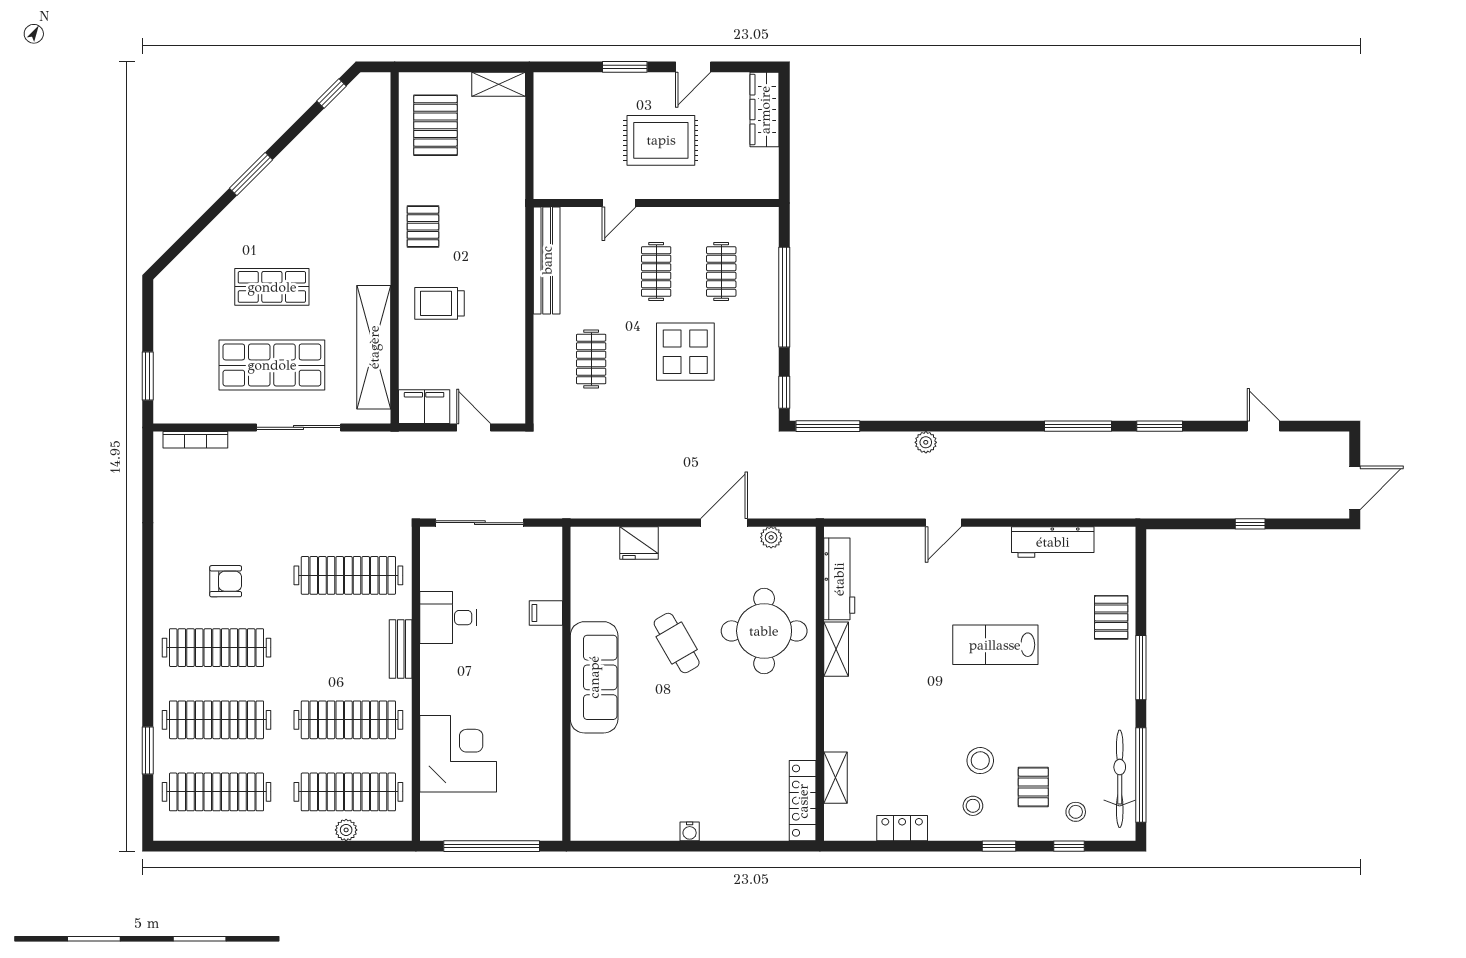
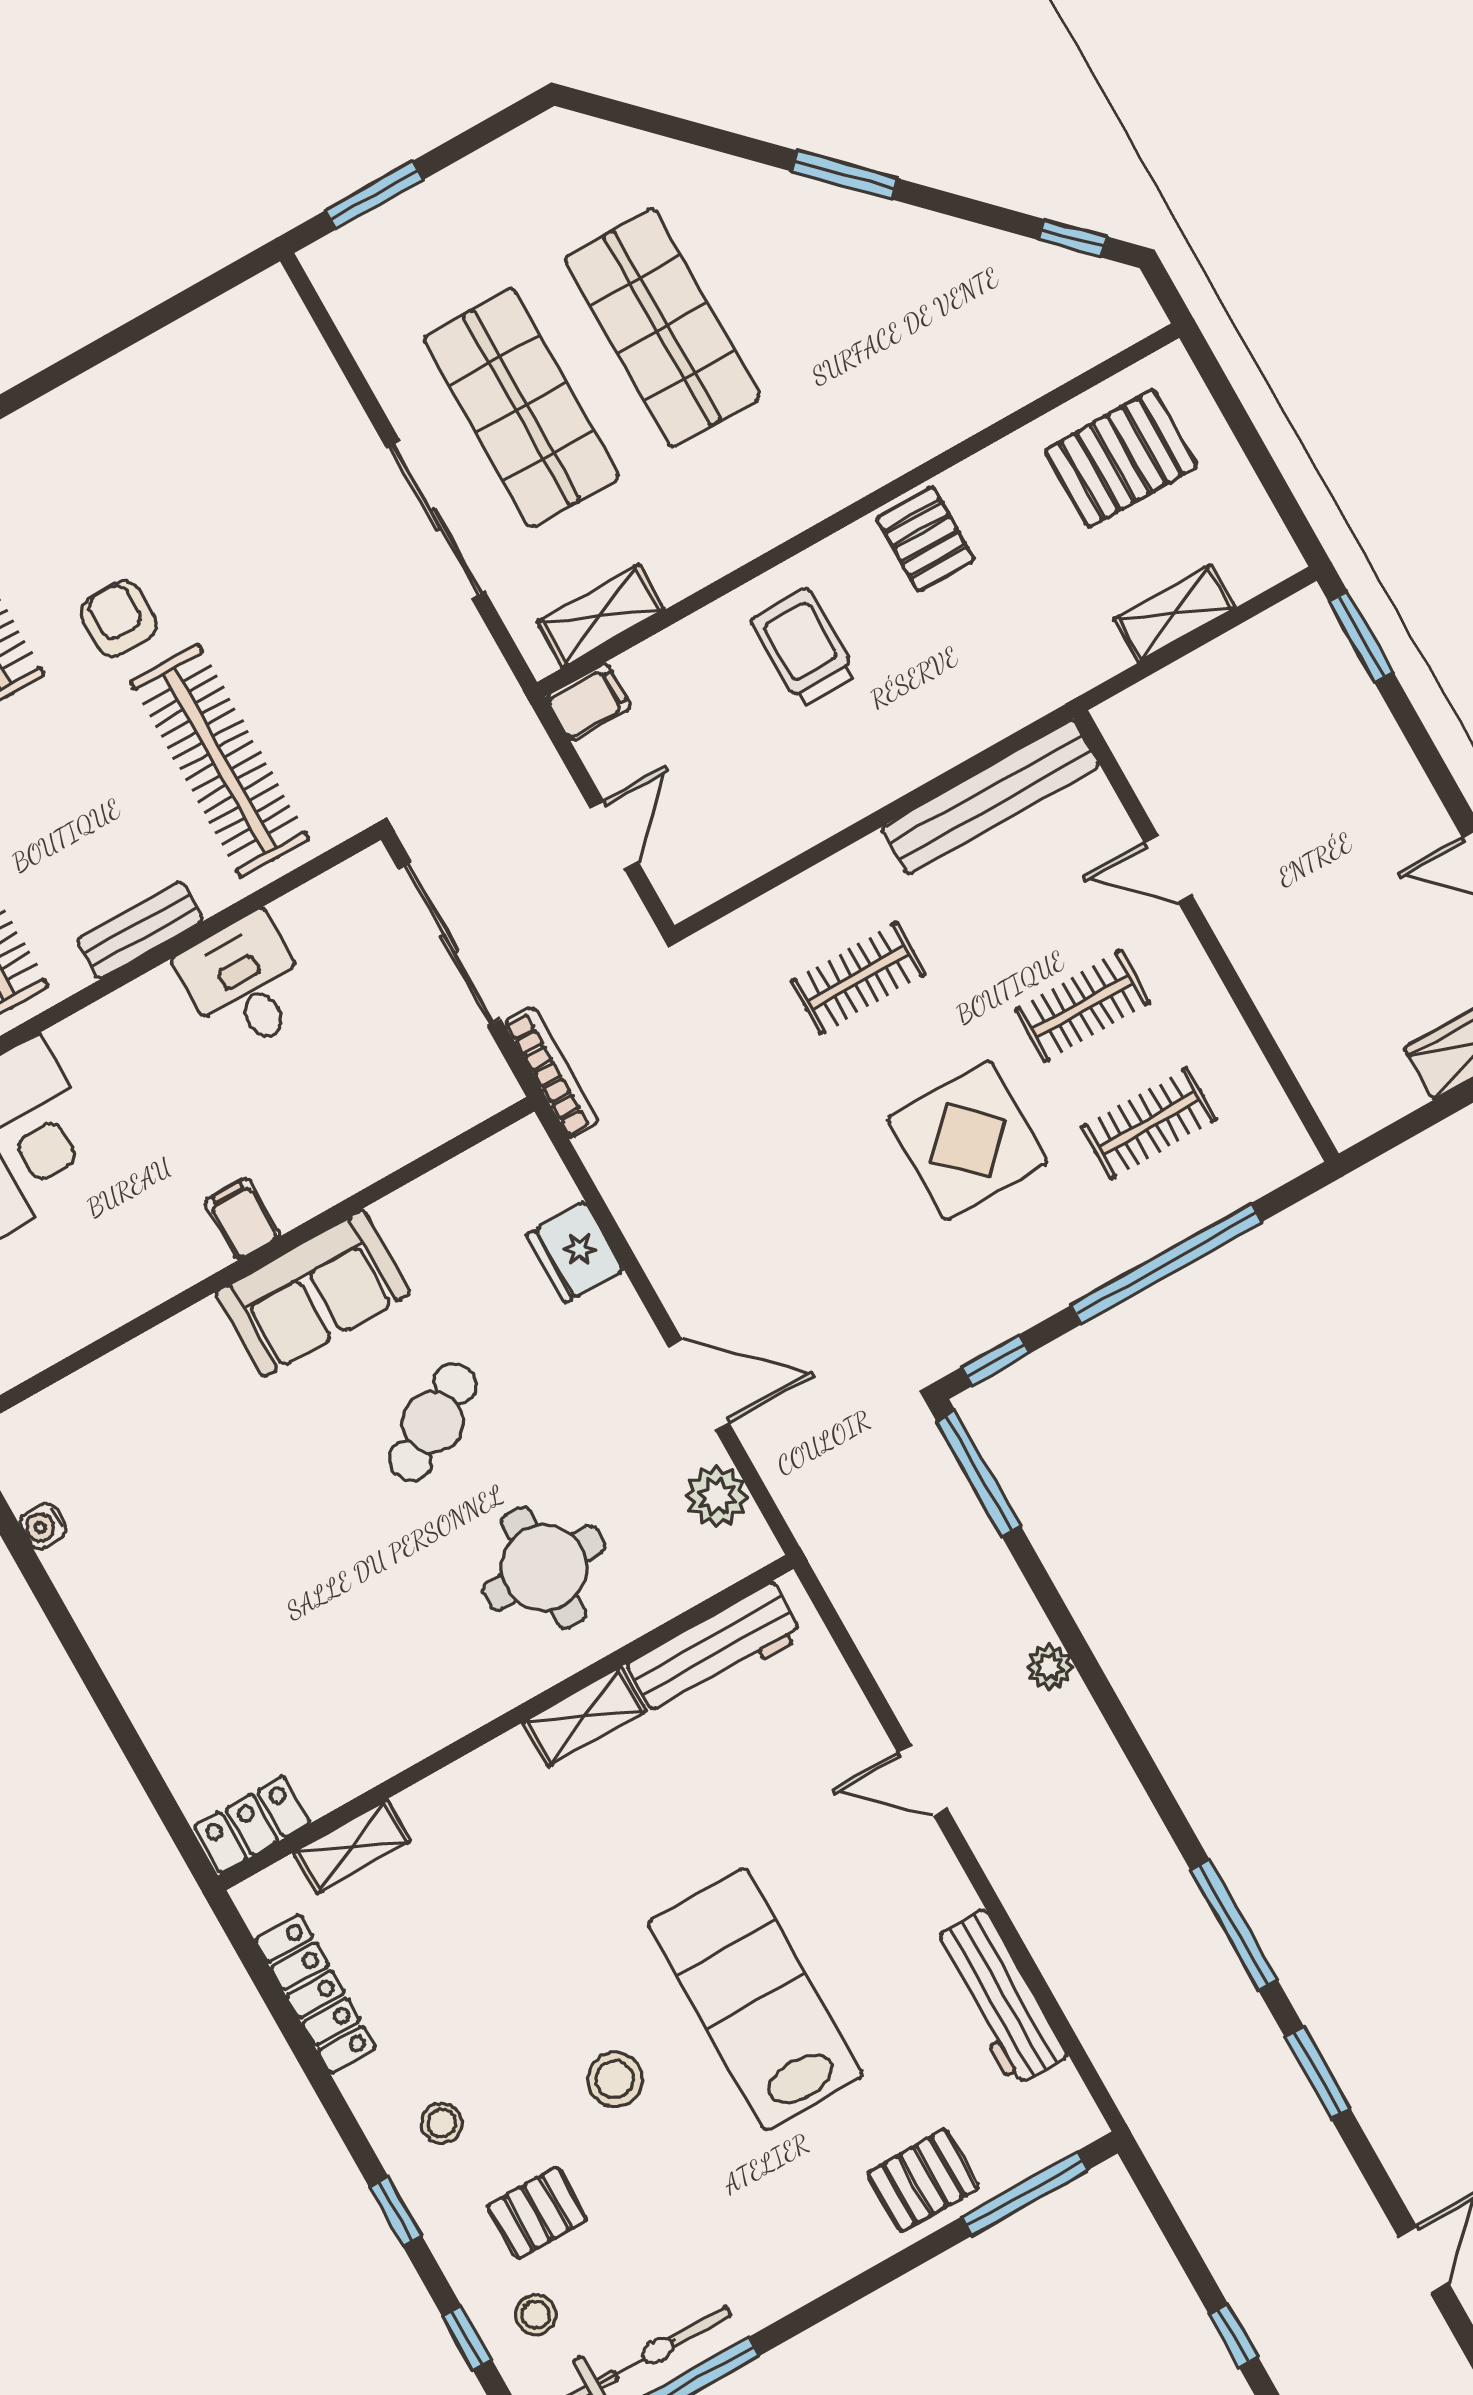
window: (625, 67) -> (1361, 637), moved
shelving: (499, 84) -> (1175, 614), moved, turned 90
rug: (661, 140) -> (1324, 880), removed
pallet: (423, 227) -> (925, 539), turned 90
shop shelf: (272, 287) -> (662, 328), width x1.43, depth x1.36
shelving: (374, 347) -> (601, 616), width x0.45, depth x0.75
filing cabinet: (424, 407) -> (589, 702), width x0.50
bookcase: (195, 440) -> (551, 1073), moved, turned 180
plant: (771, 537) -> (717, 1496), width x1.38, depth x1.38
armchair: (226, 581) -> (119, 619), moved, turned 180
filing cabinet: (546, 613) -> (242, 1219), moved
round table: (764, 631) -> (544, 1568), width x0.73, depth x0.73
lab bench: (995, 645) -> (755, 1999), width x1.36, depth x1.39
window: (1141, 668) -> (1024, 2193), moved
sofa: (594, 677) -> (313, 1293), width x0.73
stool: (980, 761) -> (615, 2079), moved
locker: (803, 801) -> (252, 1825), width x0.66
locker: (902, 828) -> (315, 1994), width x1.53
water cooler: (690, 831) -> (43, 1526), moved

